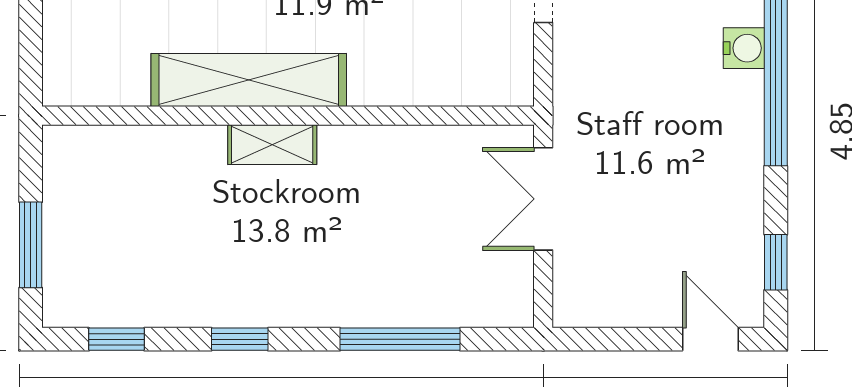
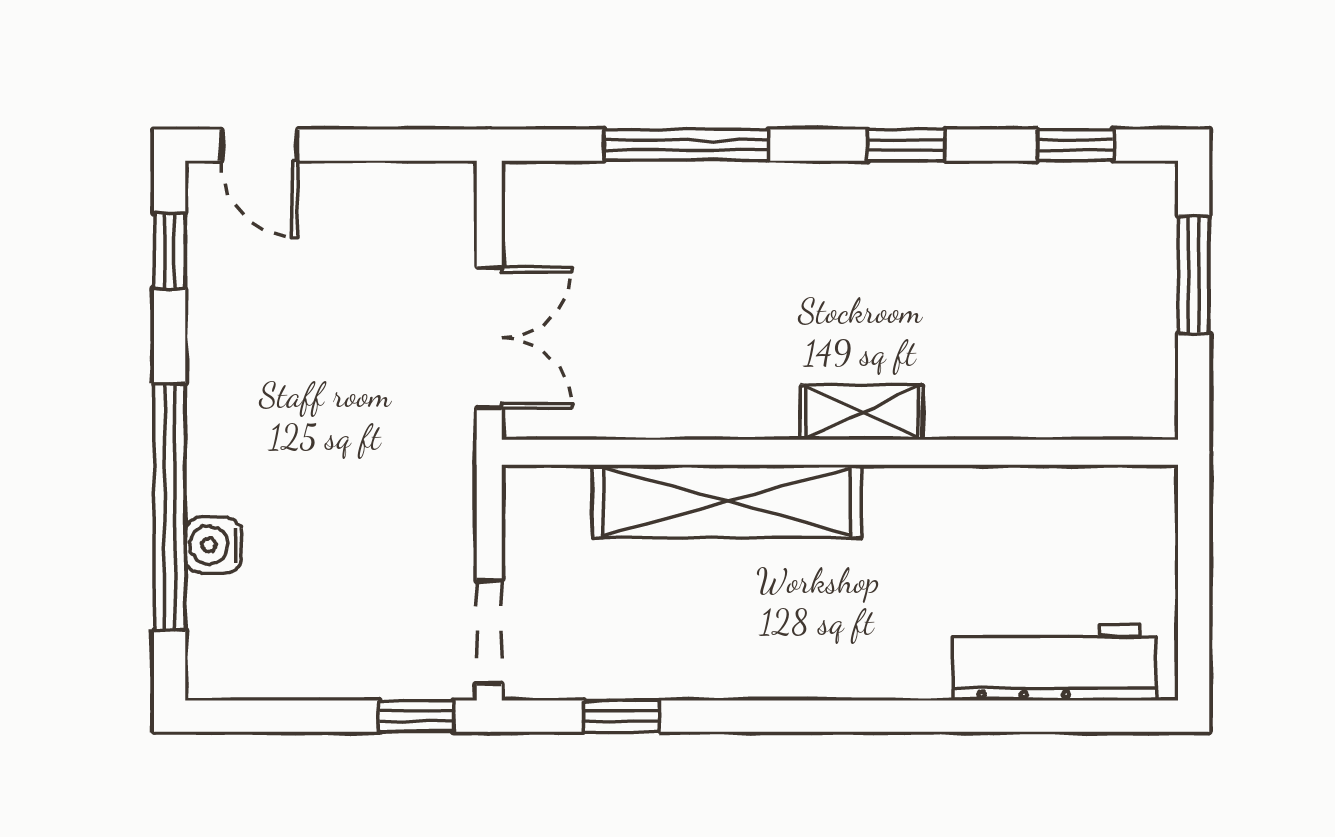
shelving: (249, 80) -> (727, 501), moved

